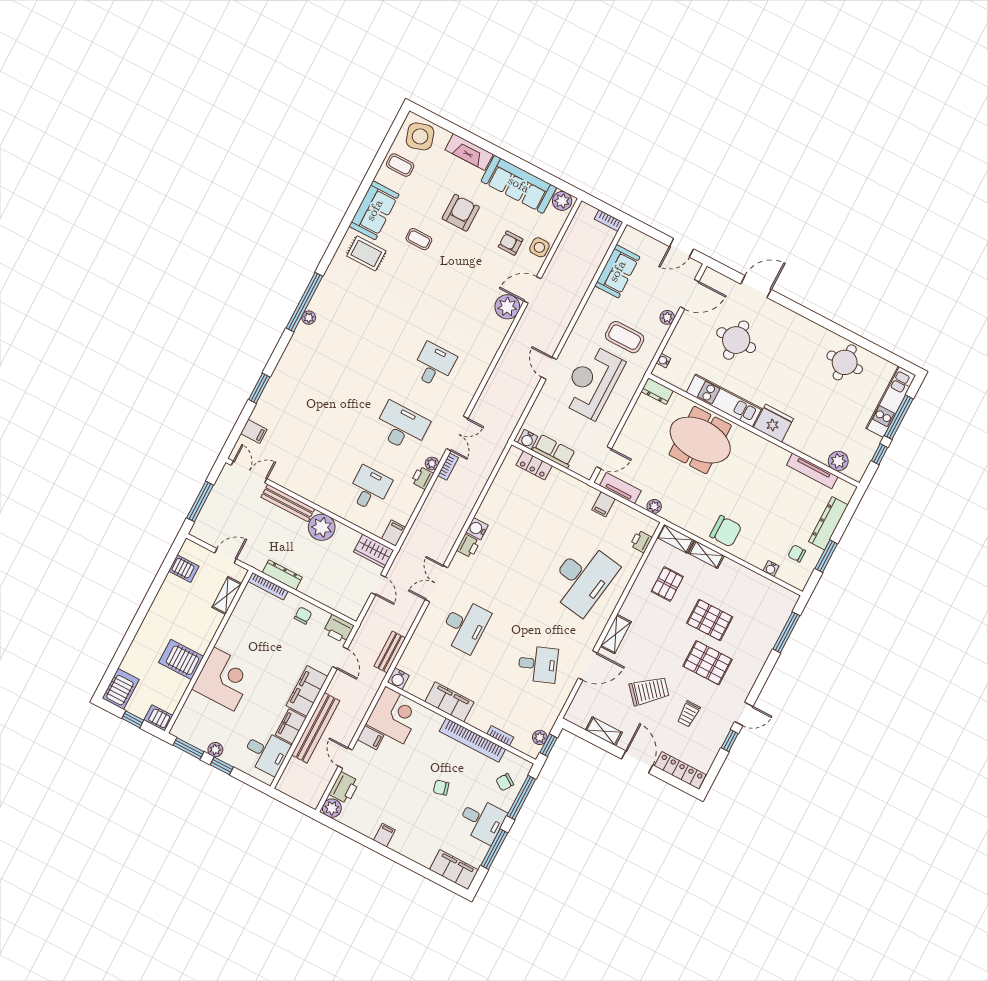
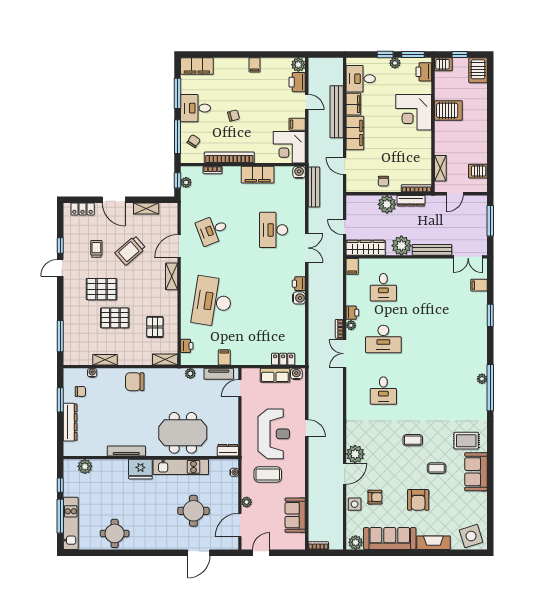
coffee table: (400, 165) -> (413, 440), moved
tv unit: (812, 471) -> (126, 451), moved
wardrobe: (374, 551) -> (366, 248), width x1.50
shelving: (706, 555) -> (105, 360), moved
plant: (313, 586) -> (387, 204), added
printer: (339, 629) -> (424, 72), moved, turned -90
bench: (390, 652) -> (314, 187), width x1.36
locker: (680, 770) -> (83, 209), width x0.66

